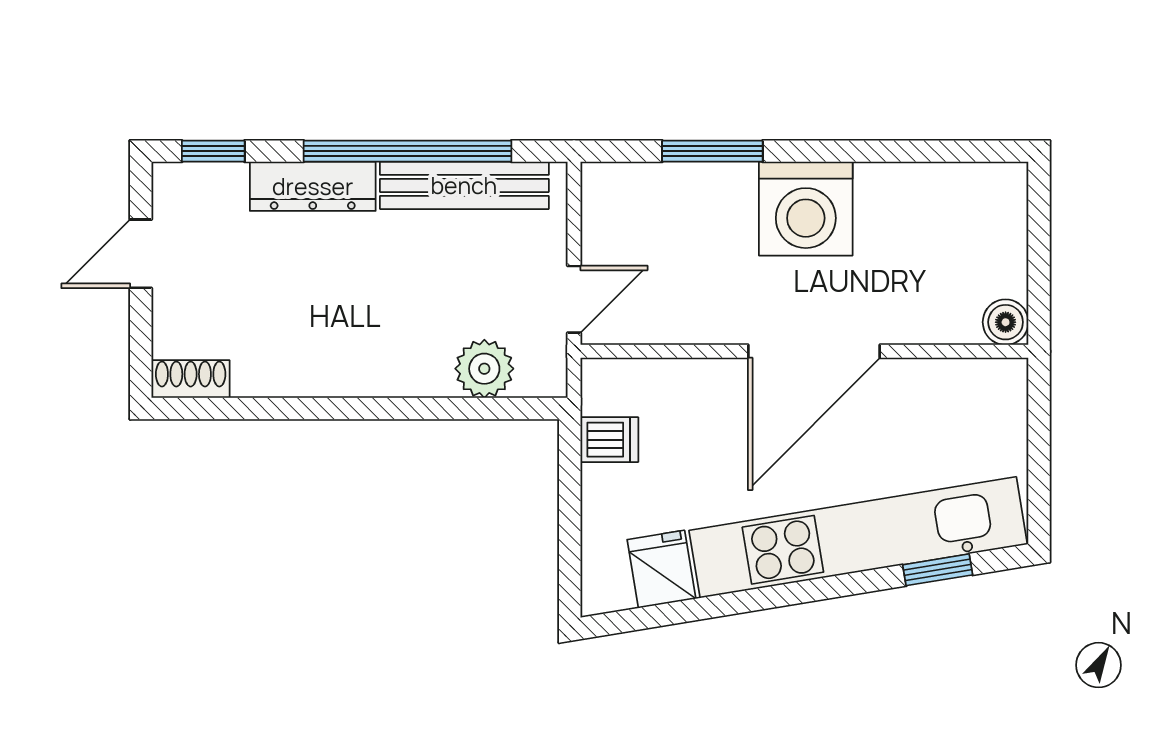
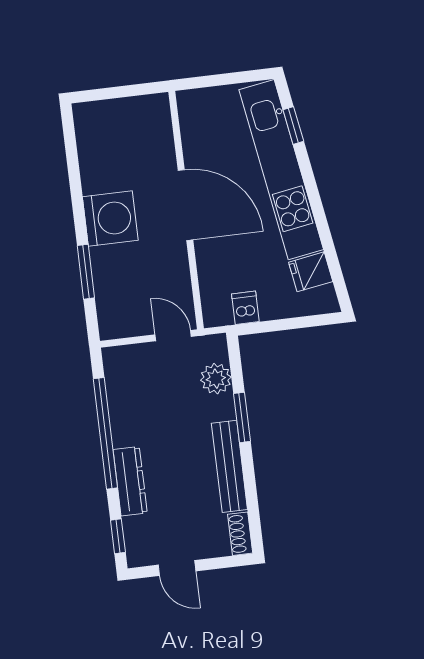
bench: (464, 185) -> (229, 466), moved
boiler: (1006, 322) -> (158, 105), removed
window: (406, 409) -> (242, 417), added

